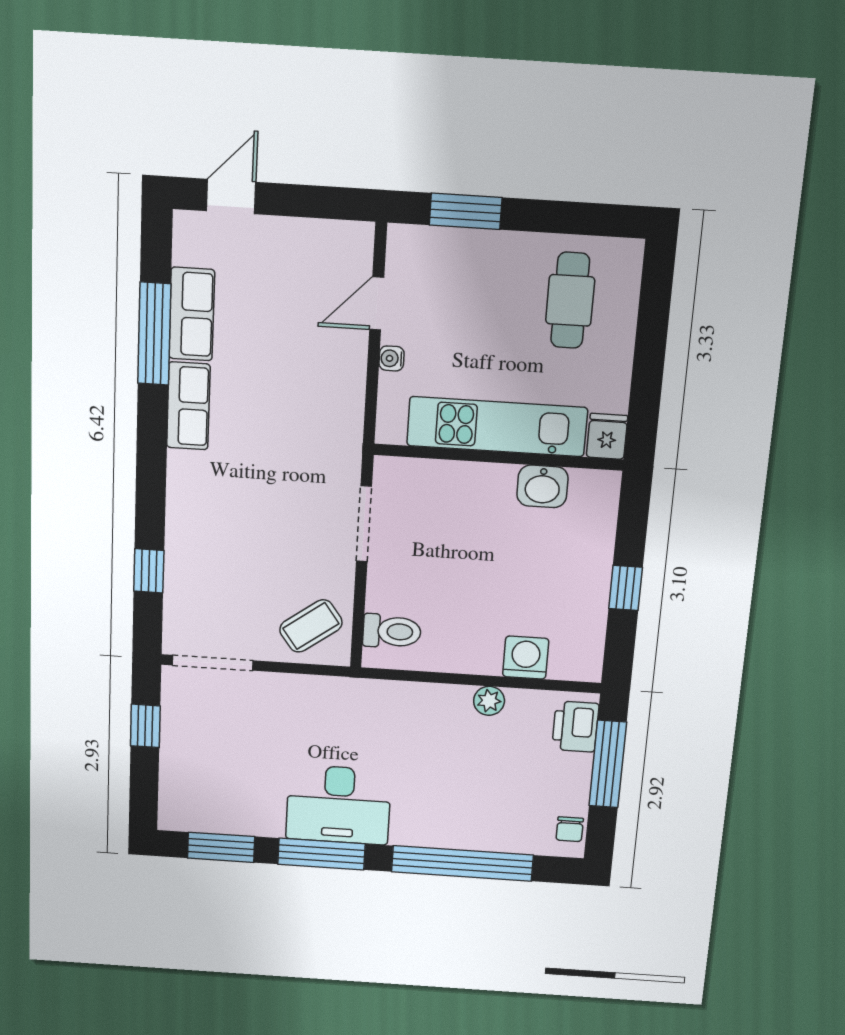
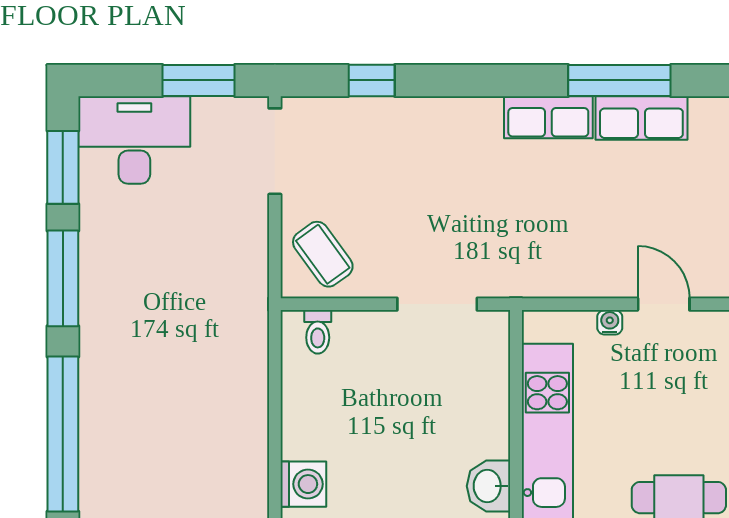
toilet: (392, 631) -> (318, 332), width x0.73, depth x0.72
plant: (489, 701) -> (253, 449), removed
window: (145, 726) -> (199, 80), width x1.50
desk: (338, 805) -> (134, 140), moved, turned 90

